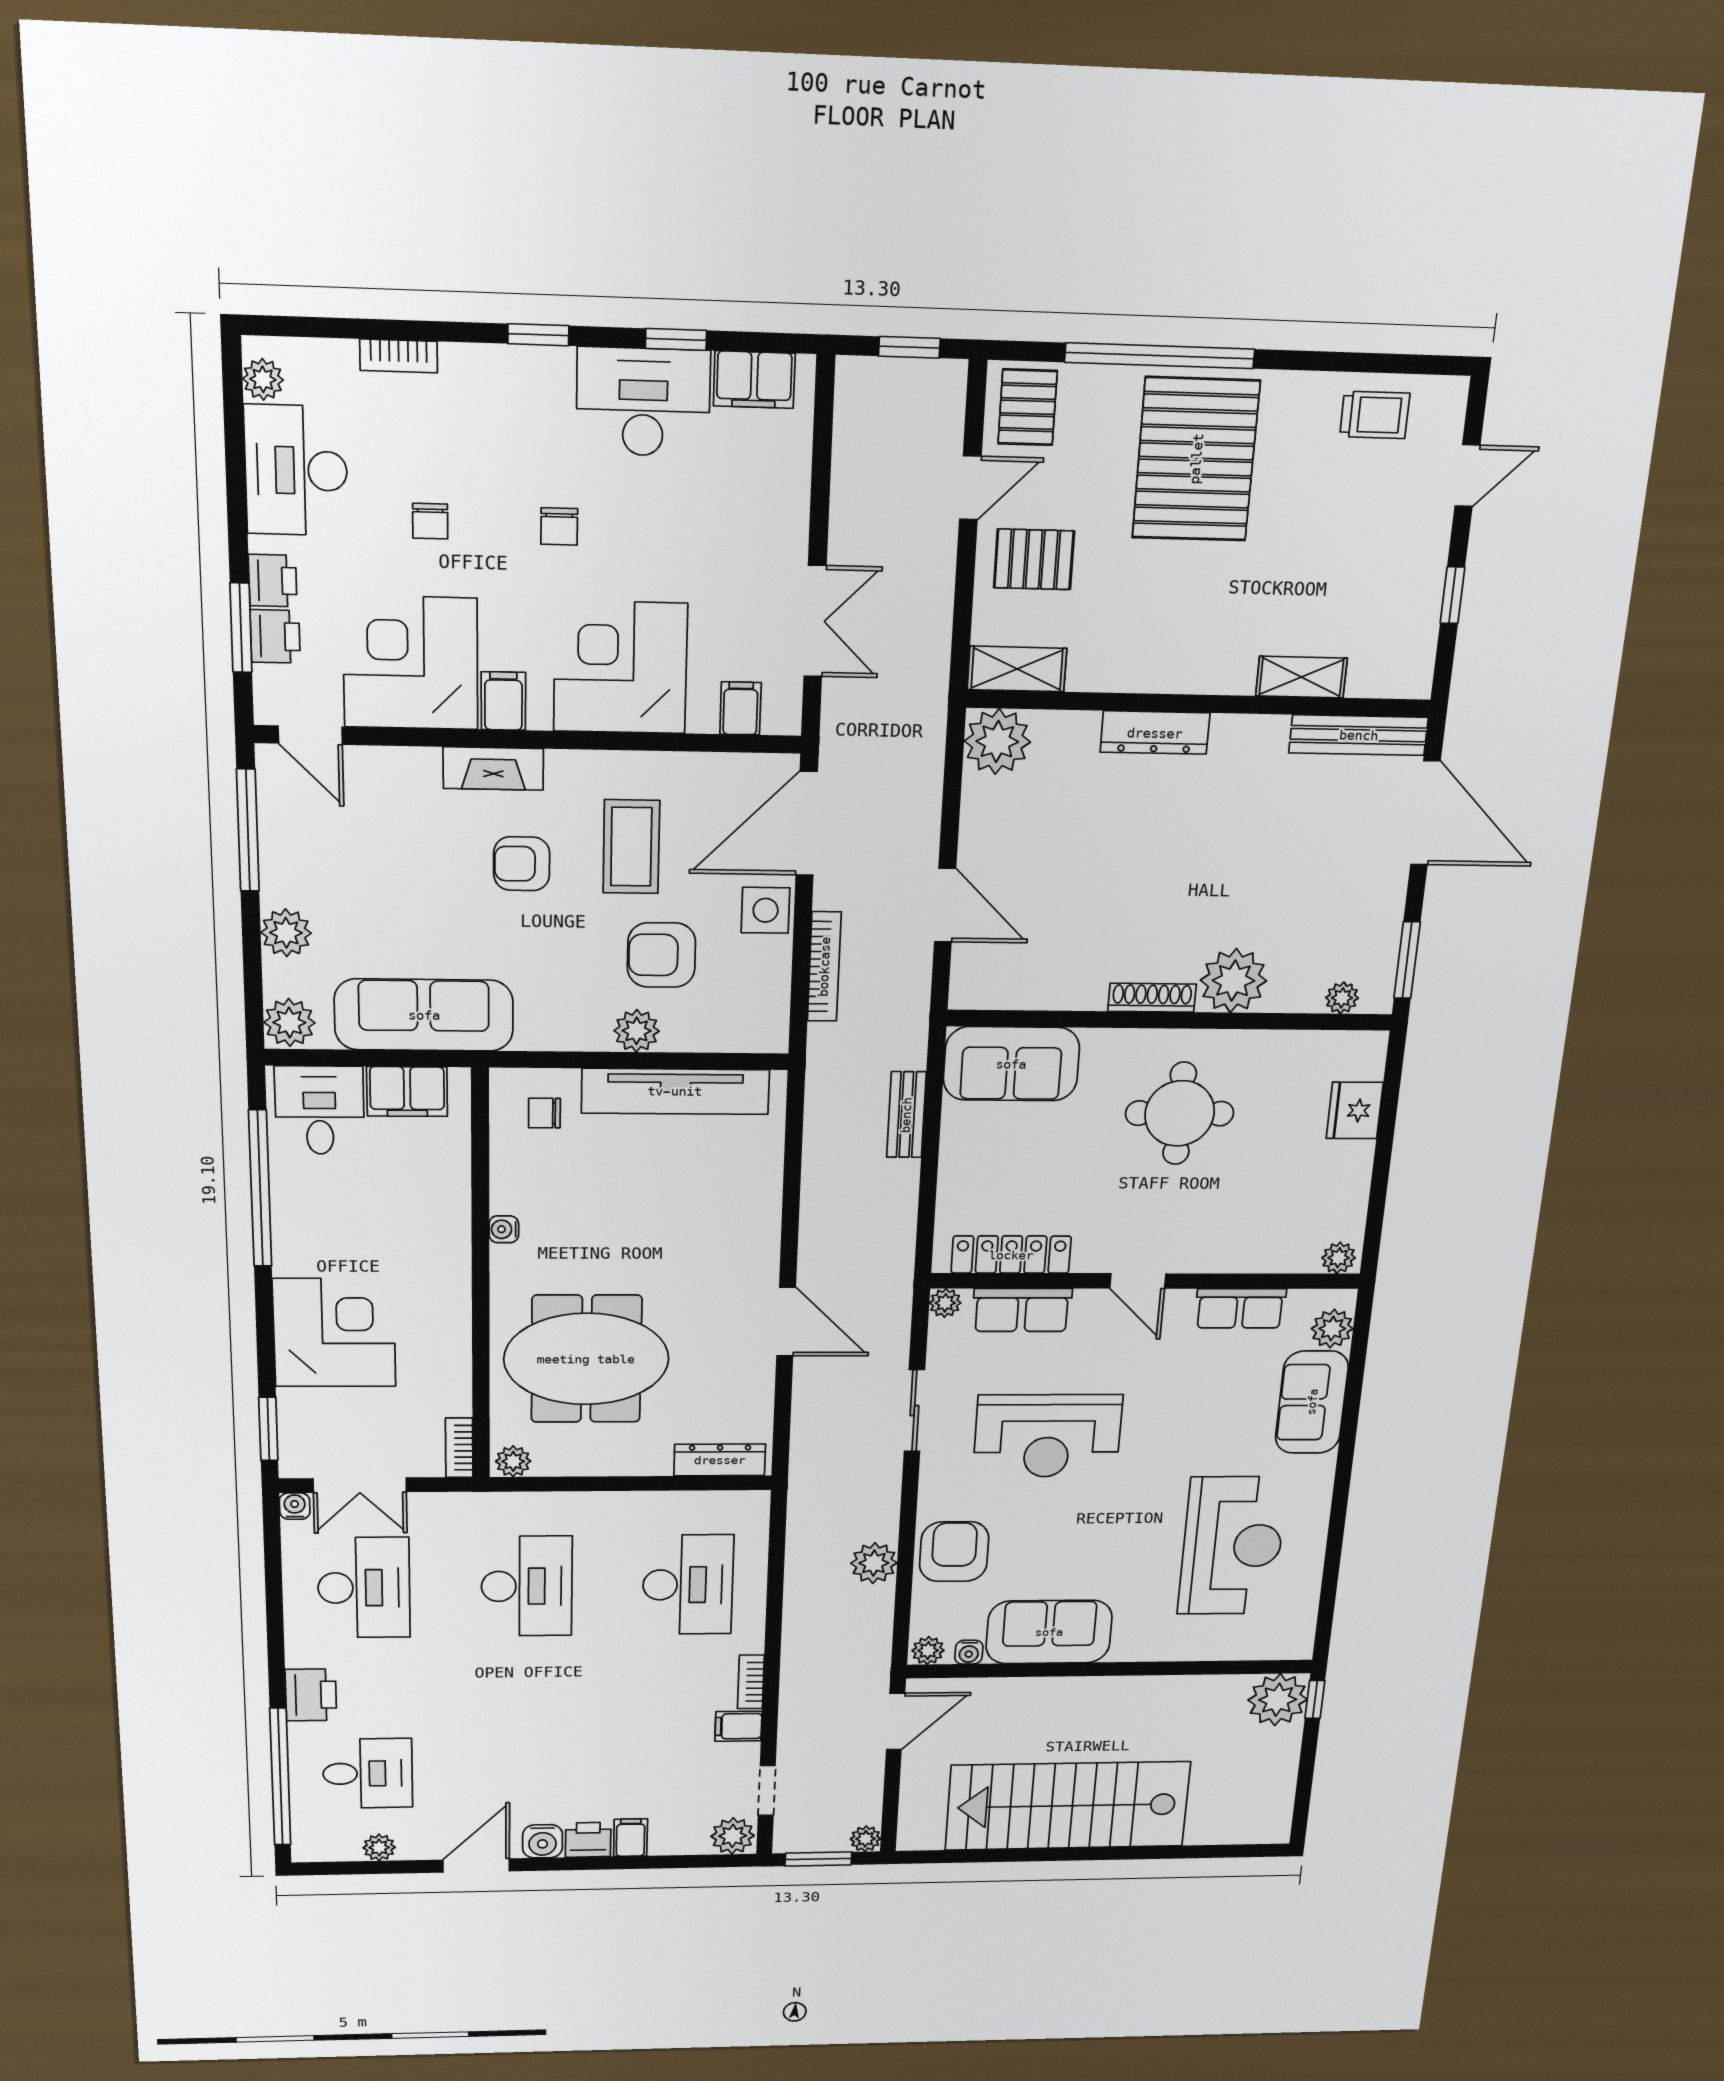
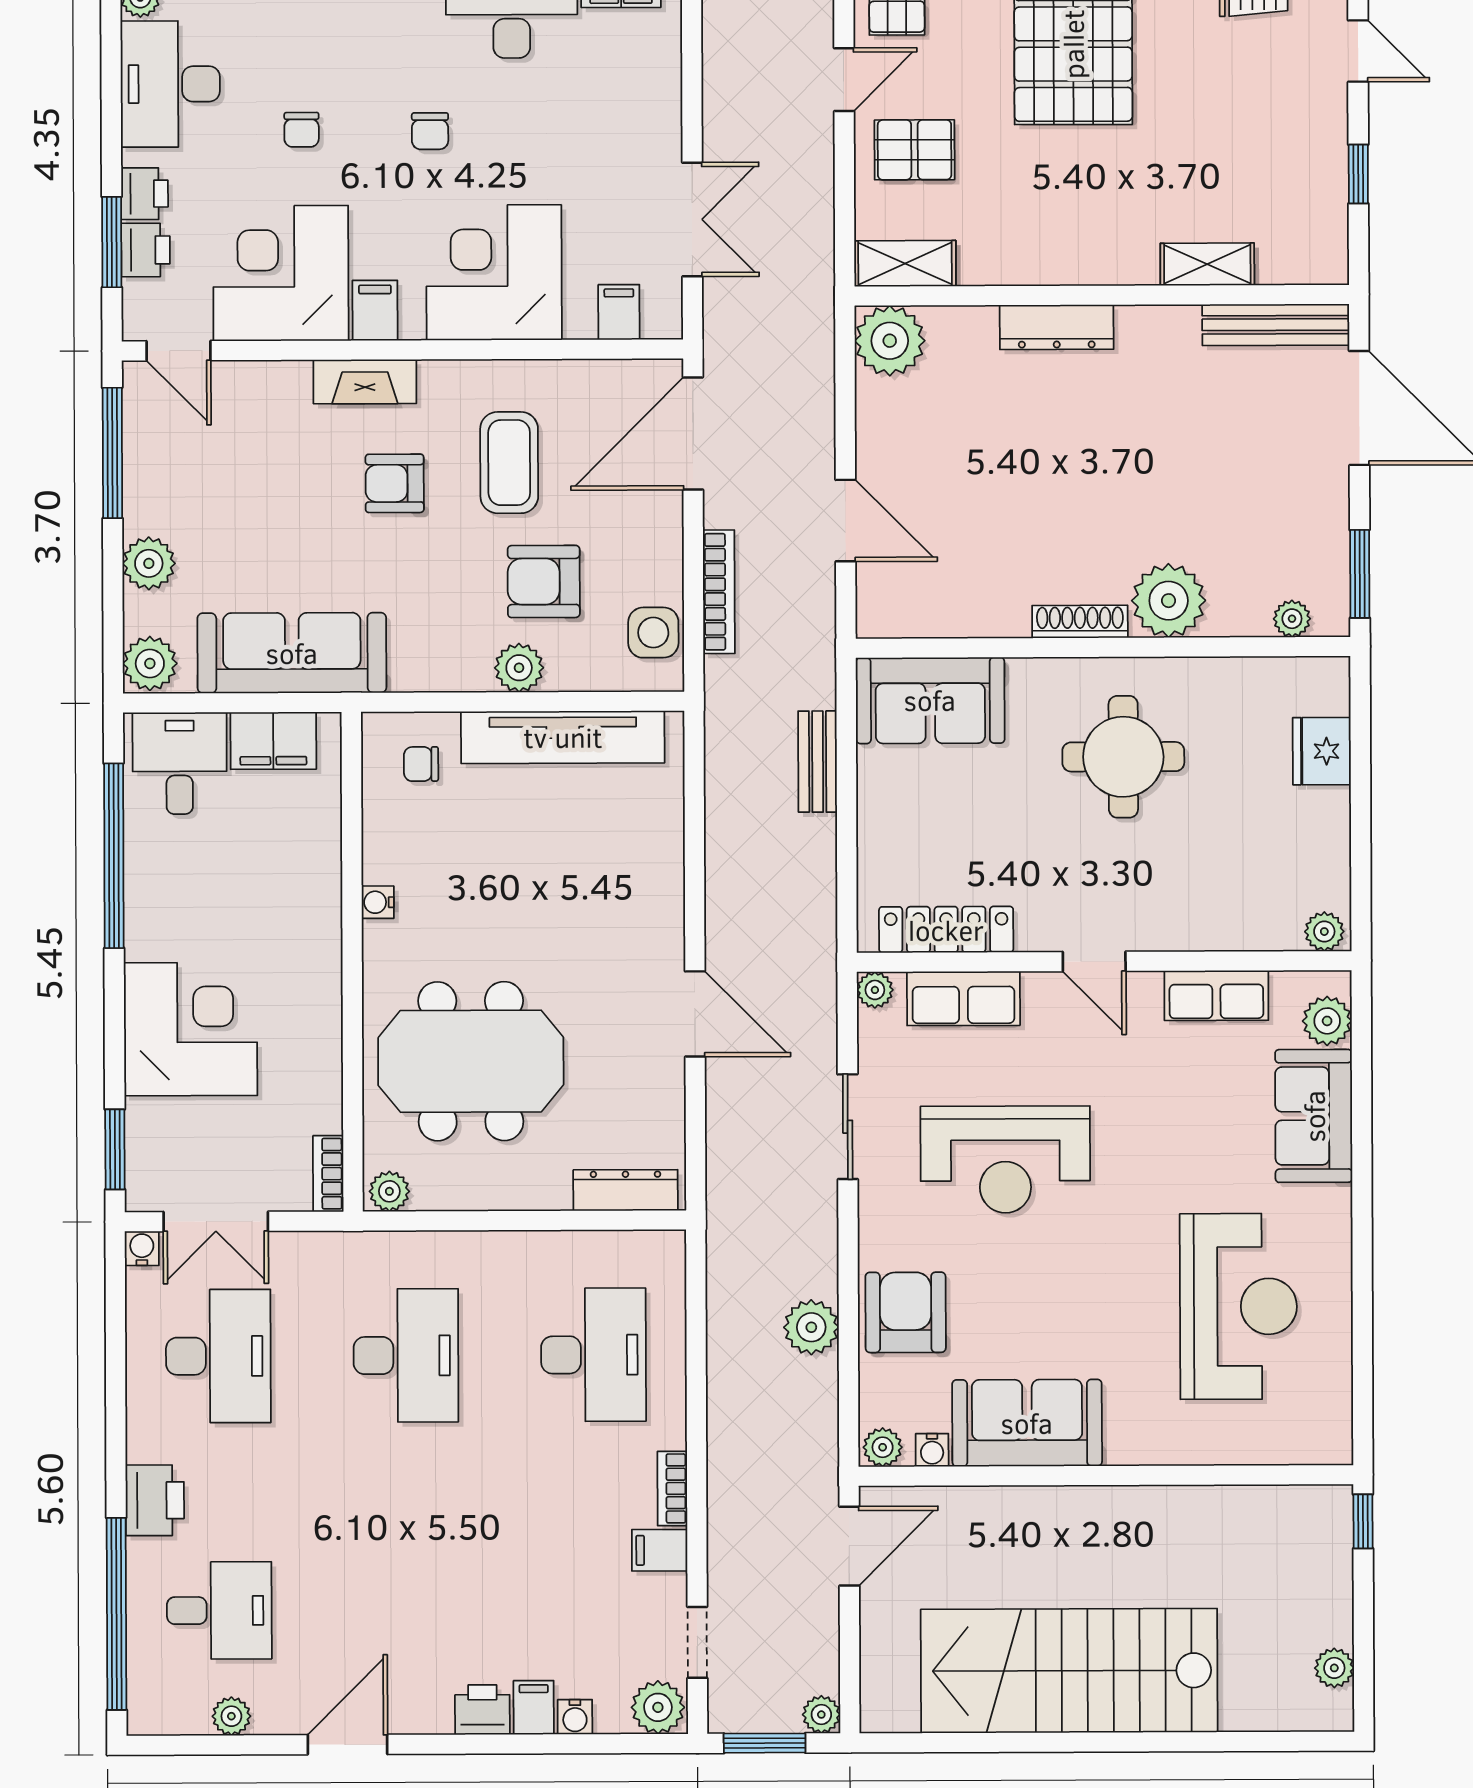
door: (1467, 476) -> (1358, 51), hinge flipped
side table: (766, 910) -> (653, 633), moved
plant: (1278, 1700) -> (1334, 1668), moved, width x0.53, depth x0.53
water cooler: (543, 1841) -> (575, 1717), moved, width x0.72, depth x0.72

